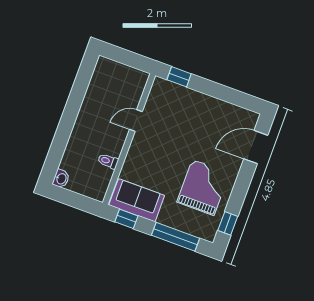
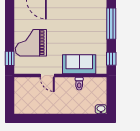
grand piano: (203, 187) -> (31, 43), moved
sofa: (137, 200) -> (79, 64), moved, turned 90

